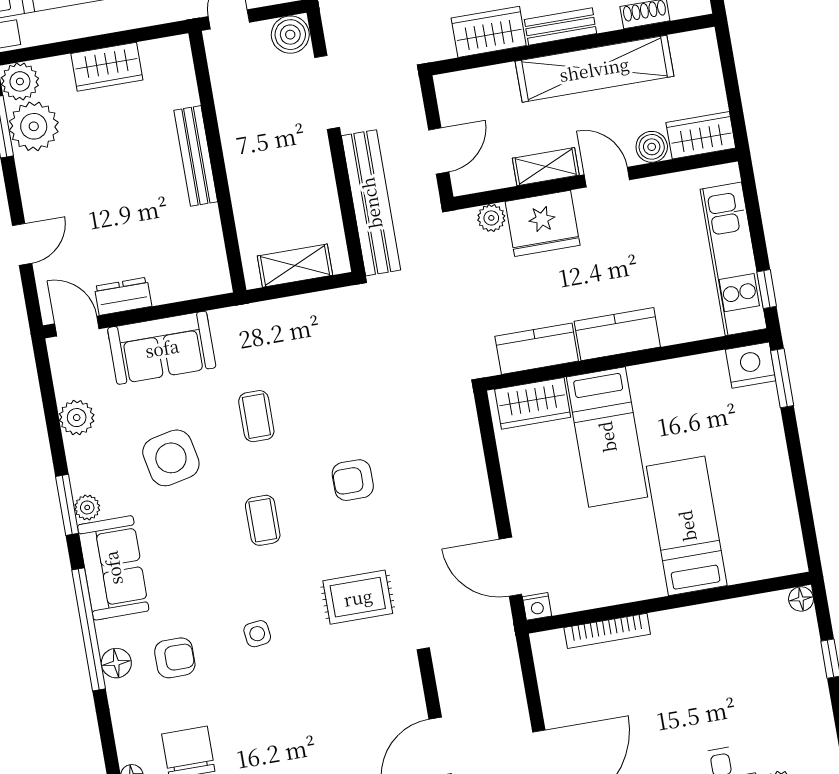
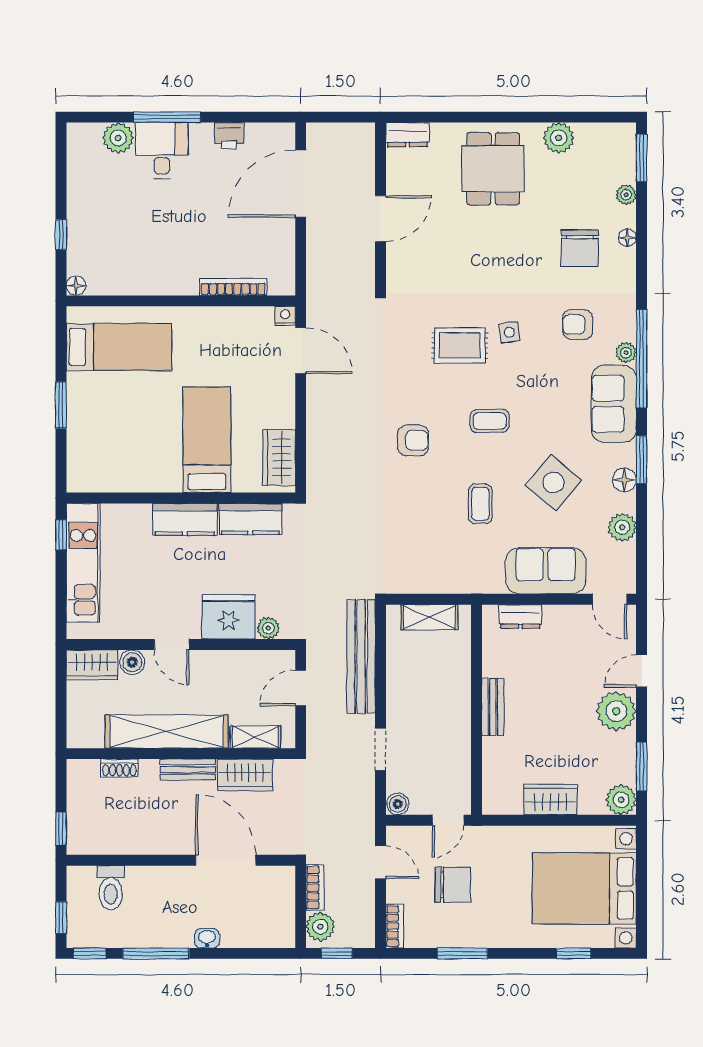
boiler: (290, 35) -> (398, 804), width x0.73, depth x0.73
doorway: (327, 92) -> (381, 749), width x0.73
plant: (34, 126) -> (616, 711), moved
bench: (196, 156) -> (493, 707), width x0.73
shelving: (546, 167) -> (255, 737), moved
dresser: (123, 296) -> (520, 616), moved
nightstand: (751, 365) -> (84, 477), removed
window: (782, 378) -> (61, 405), moved
wardrobe: (533, 403) -> (279, 457), moved, turned -90
side table: (171, 458) -> (553, 483), turned -38
plant: (87, 507) -> (626, 353), moved
coffee table: (263, 520) -> (490, 421), turned 90
bed: (687, 526) -> (119, 347), moved, turned -90
rug: (358, 597) -> (460, 345), moved
floor lamp: (116, 663) -> (624, 480), moved

